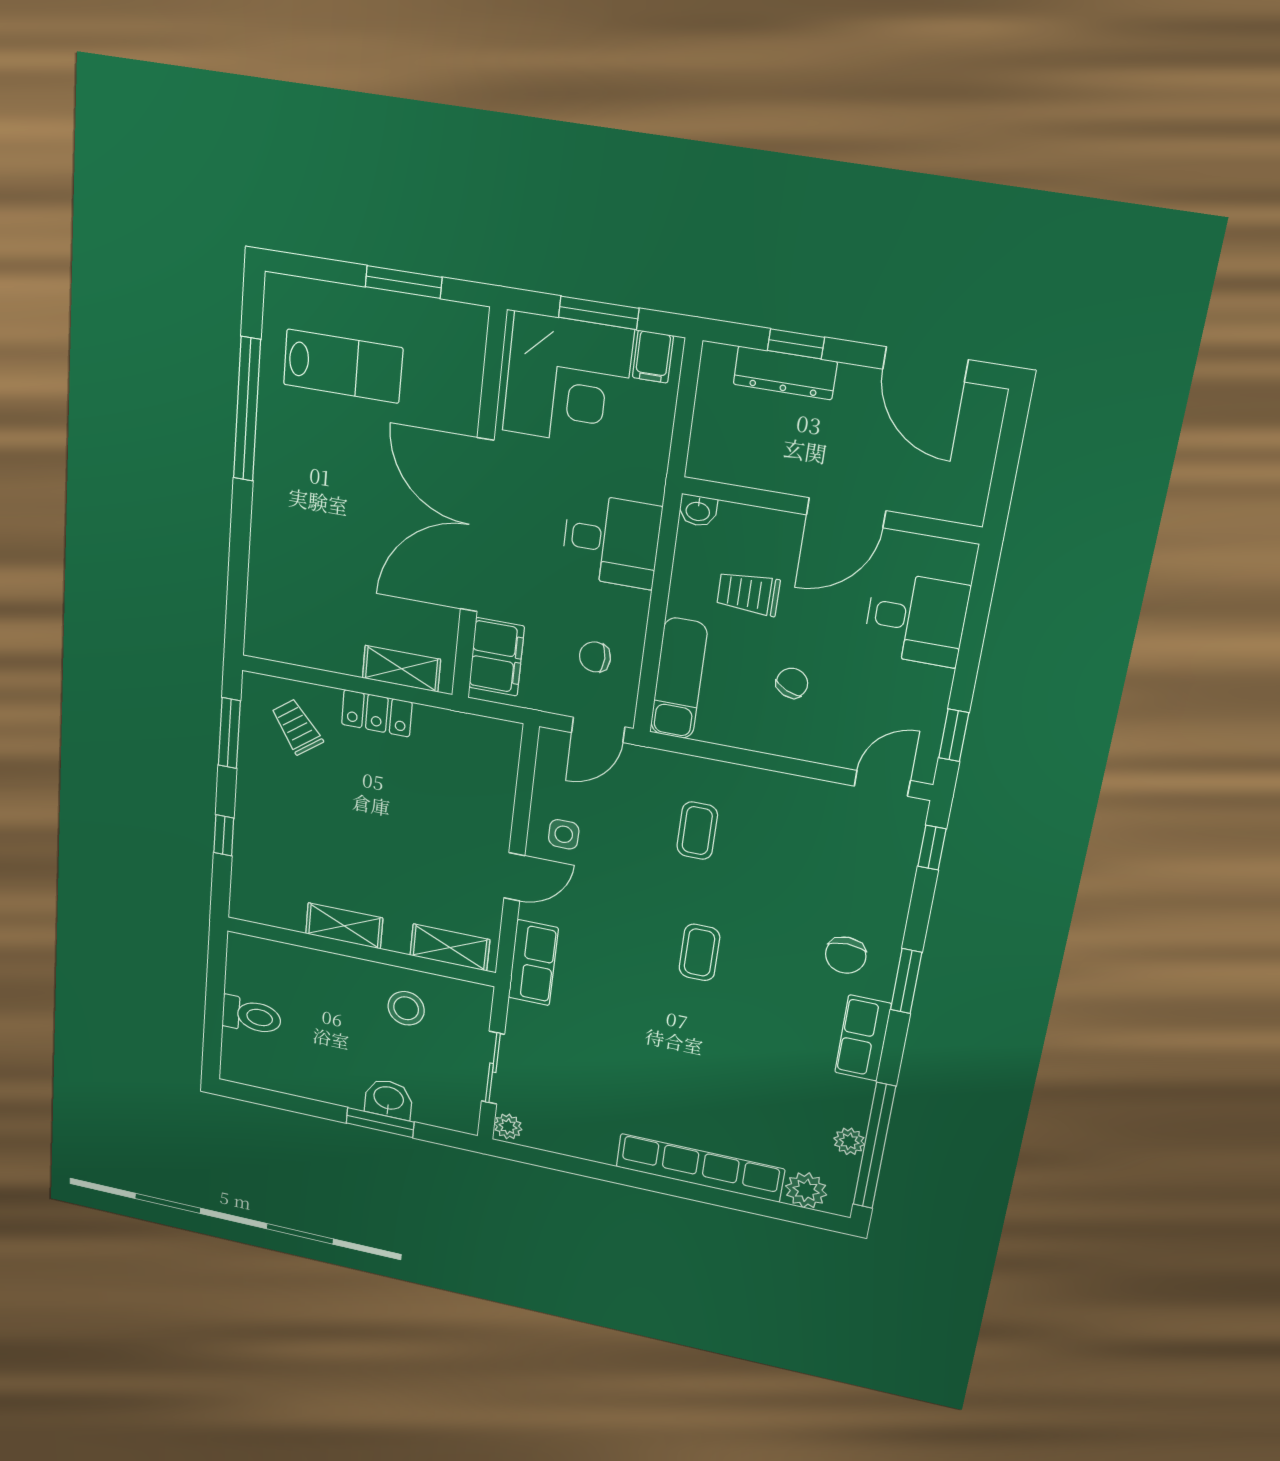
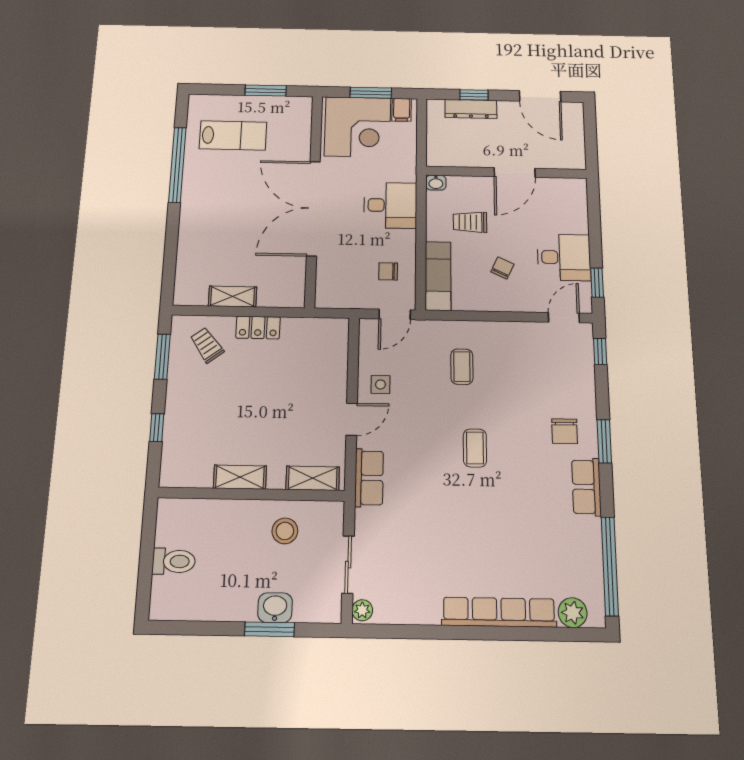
desk: (916, 619) -> (564, 257), moved
filing cabinet: (497, 657) -> (330, 281), removed
shelving: (401, 669) -> (233, 297), moved
plant: (849, 1141) -> (593, 566), removed

